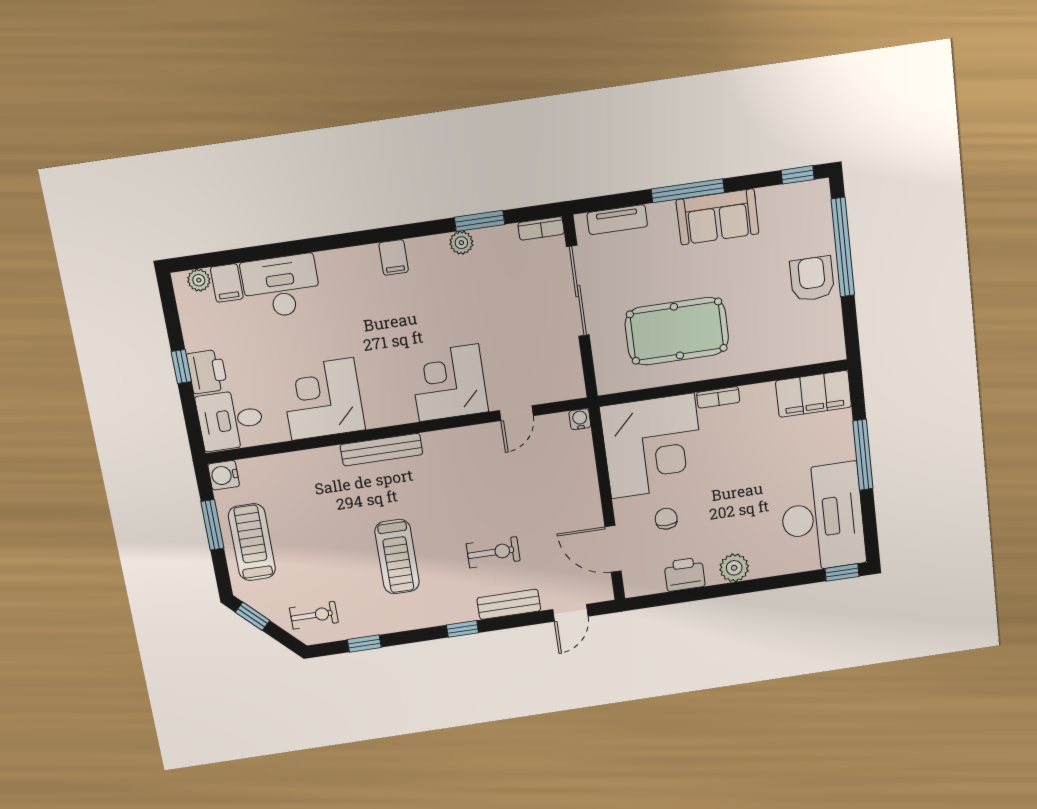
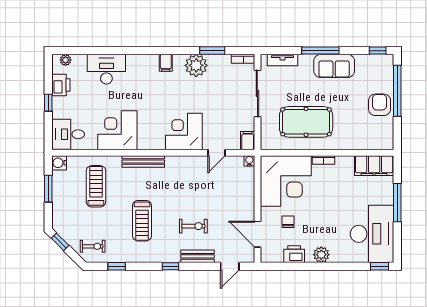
plant: (461, 243) -> (196, 65), width x1.87, depth x1.87
filing cabinet: (227, 283) -> (248, 141), moved, turned 180
printer: (207, 372) -> (61, 85), moved
treadmill: (252, 542) -> (96, 186), moved

